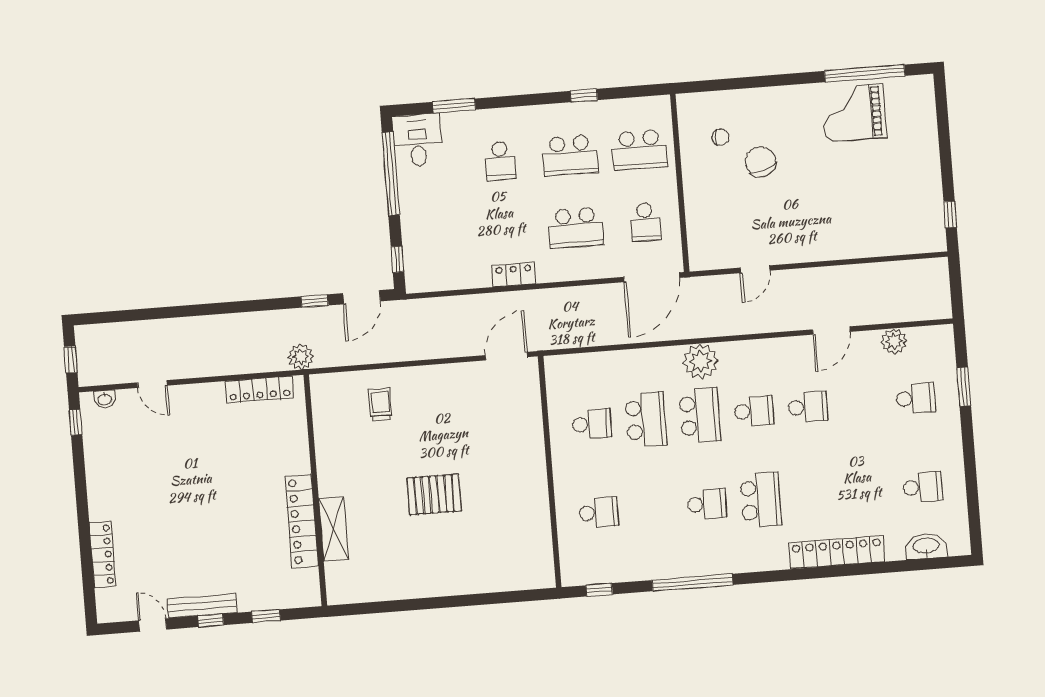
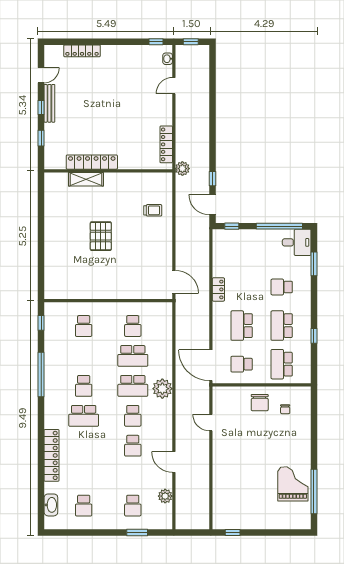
chair: (761, 162) -> (260, 403), moved, turned 108

